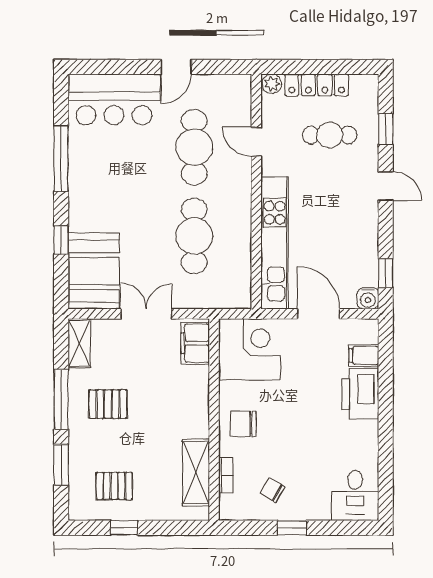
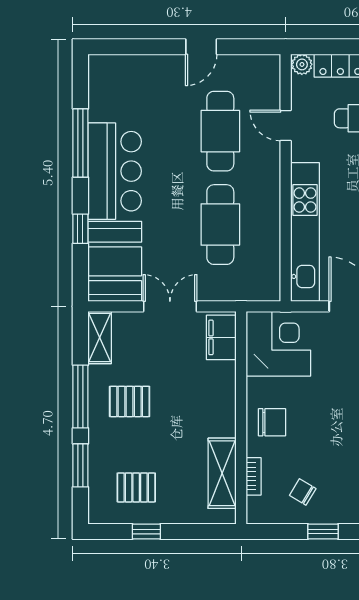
bar counter: (114, 99) -> (115, 171), moved, turned -90
chair: (243, 424) -> (272, 422), turned 180

